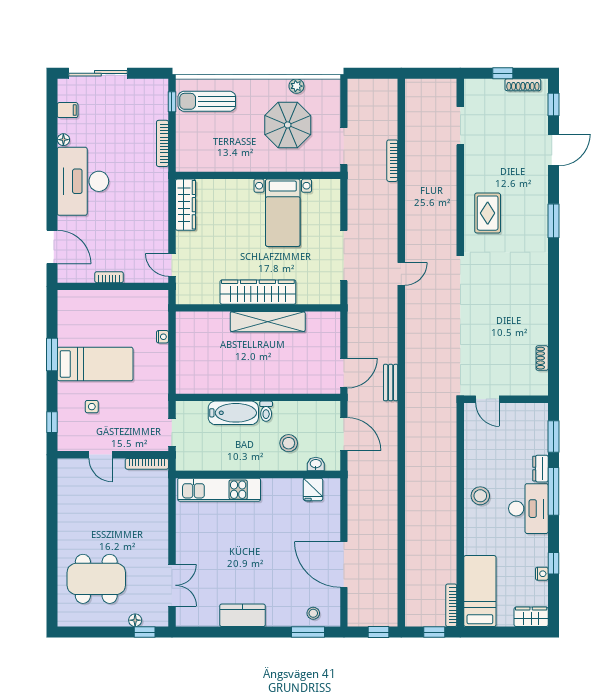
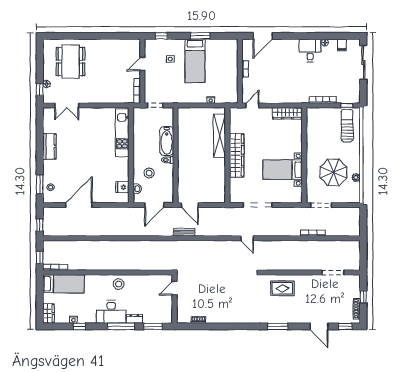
desk: (83, 181) -> (310, 50), width x0.53, depth x0.77
shelving: (268, 322) -> (219, 136), moved

